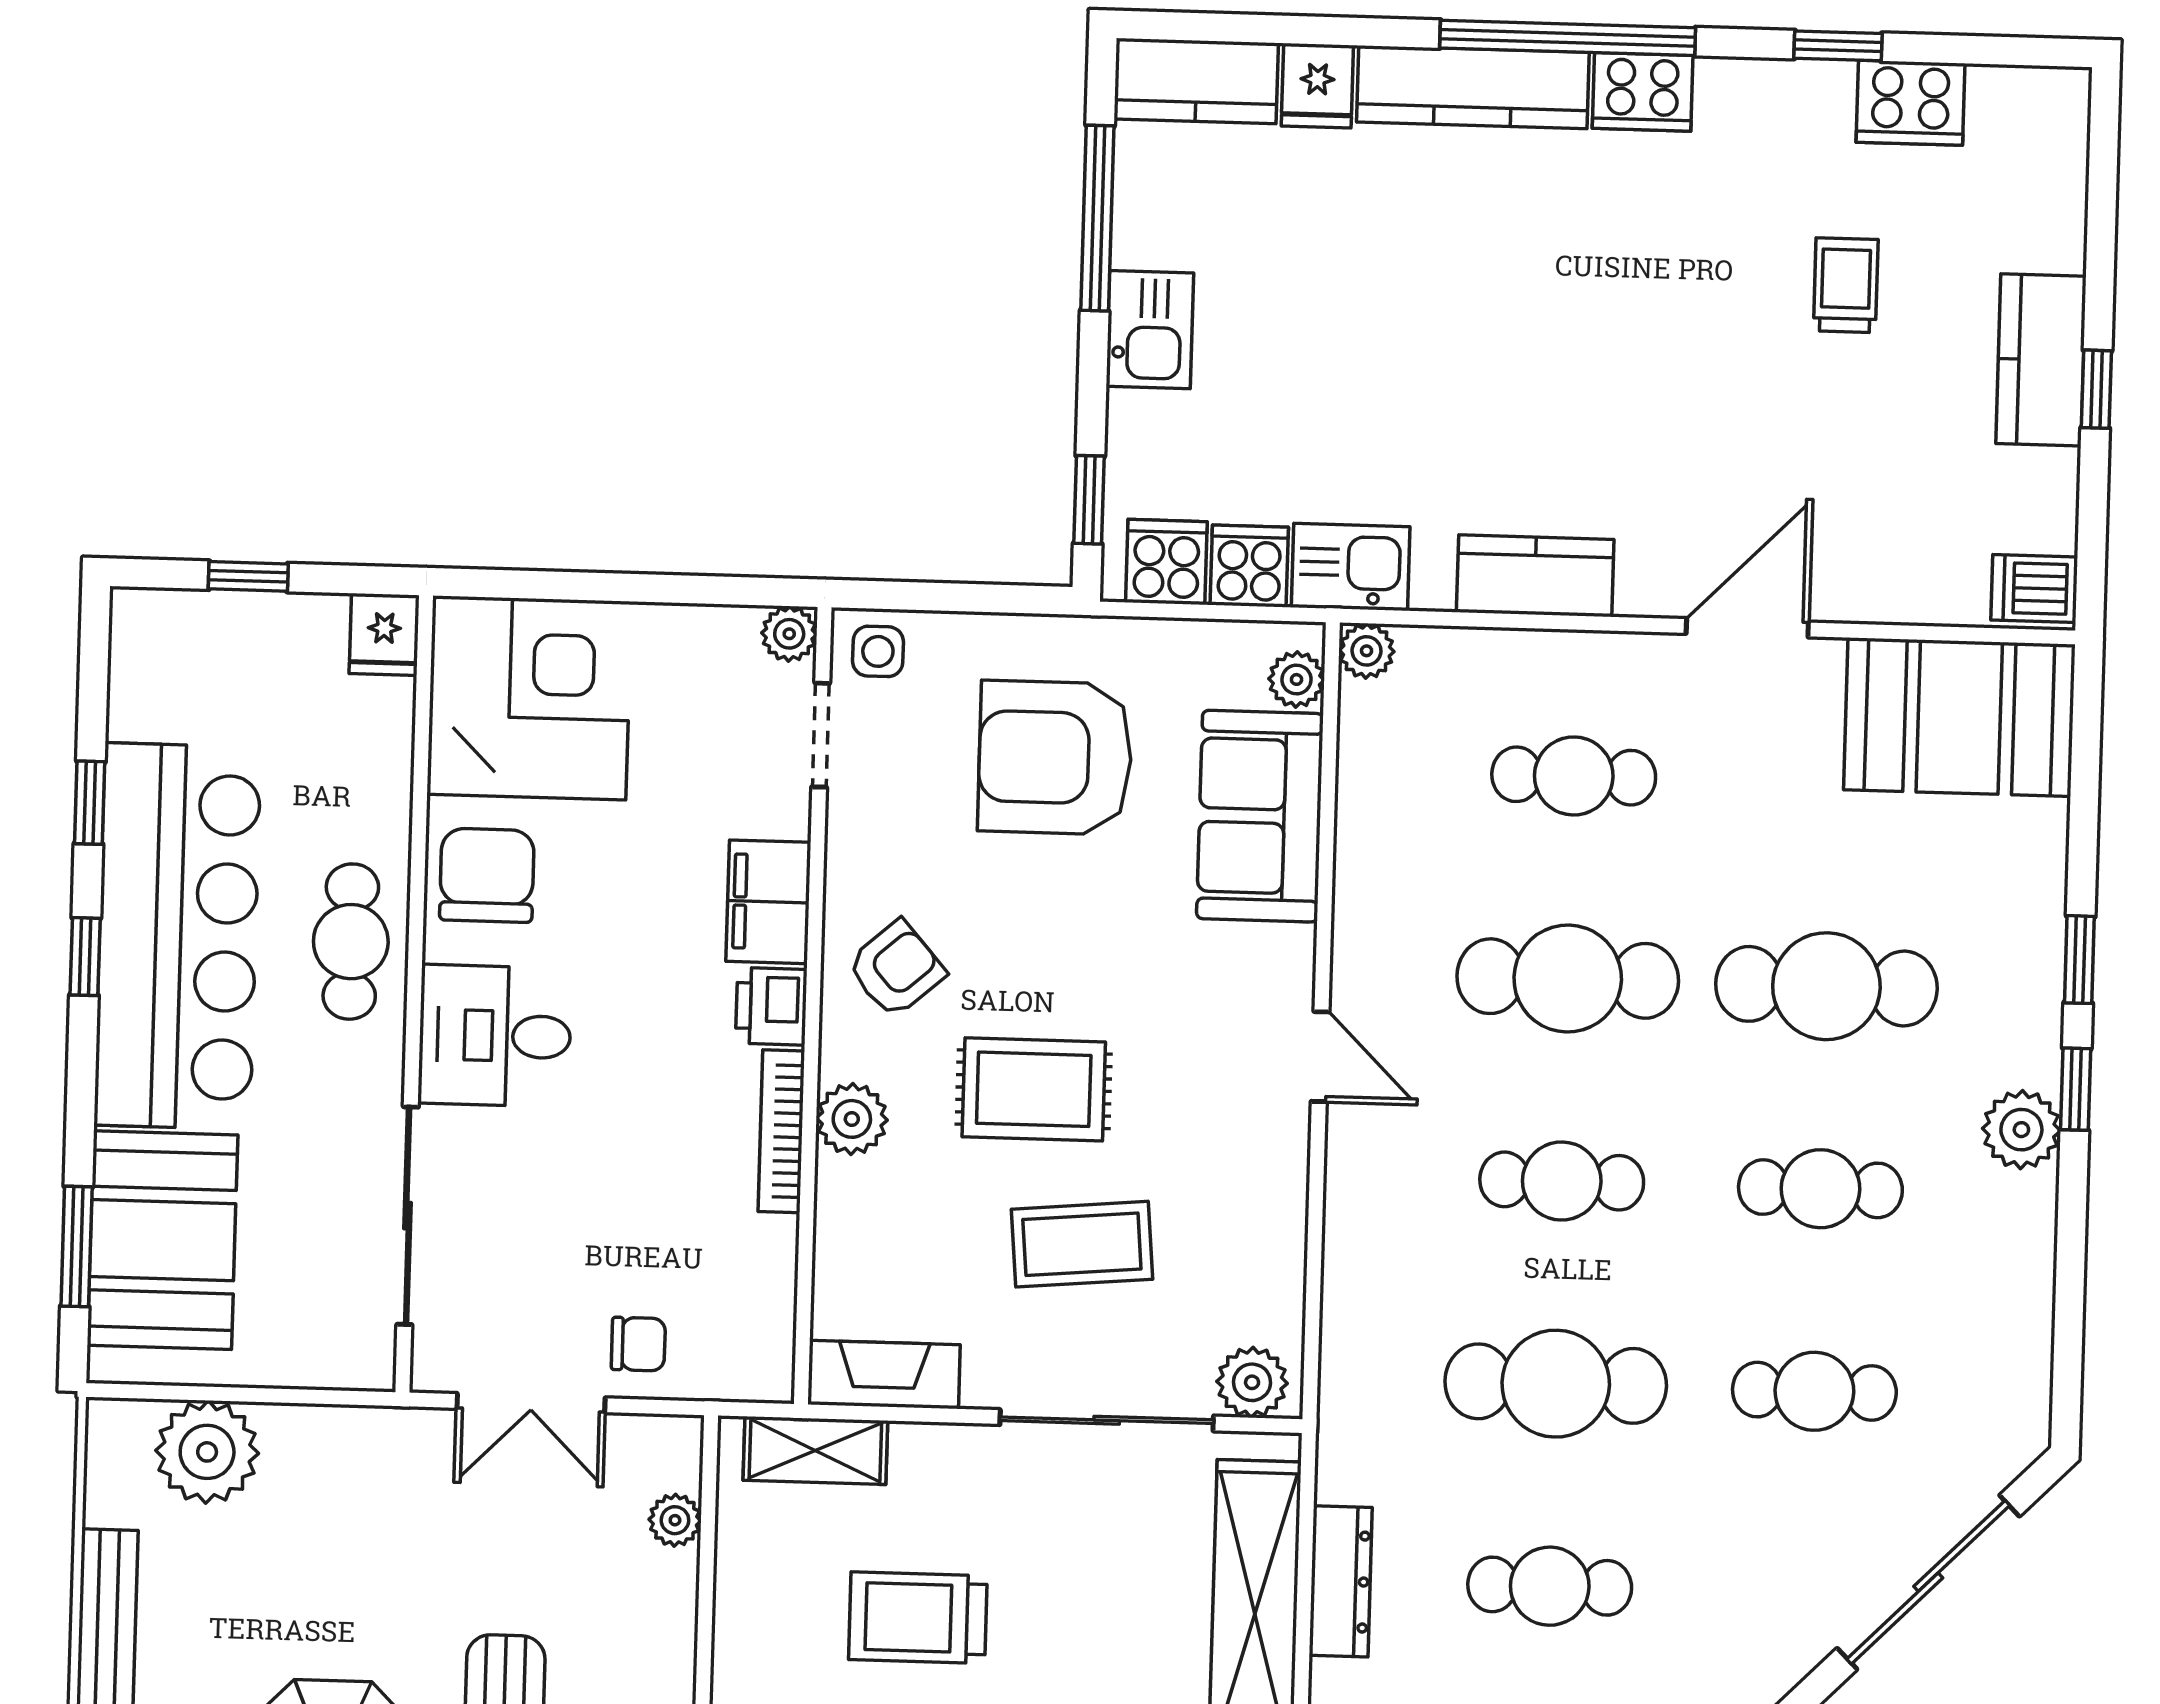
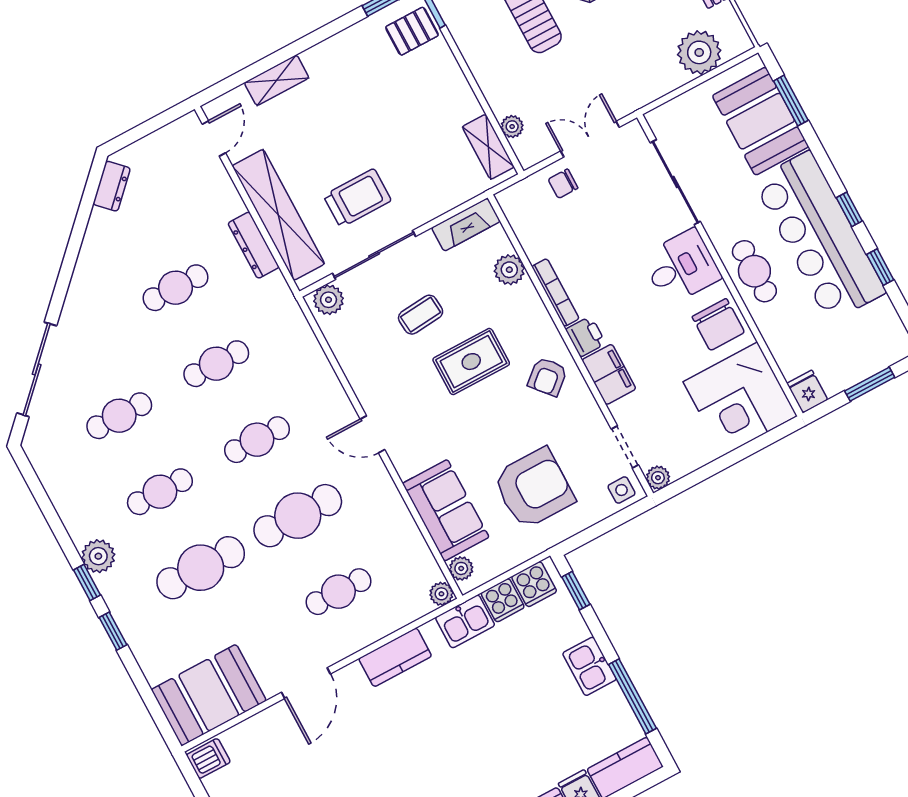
window: (248, 576) -> (870, 384), width x1.50
plant: (852, 1119) -> (509, 270), moved
coffee table: (1082, 1244) -> (421, 315), width x0.73, depth x0.77
cafe table: (1556, 1384) -> (216, 364), width x0.73, depth x0.74
shelving: (815, 1451) -> (488, 147), moved, turned 90
trolley: (918, 1618) -> (357, 198), moved

